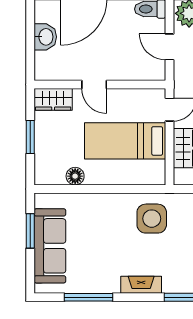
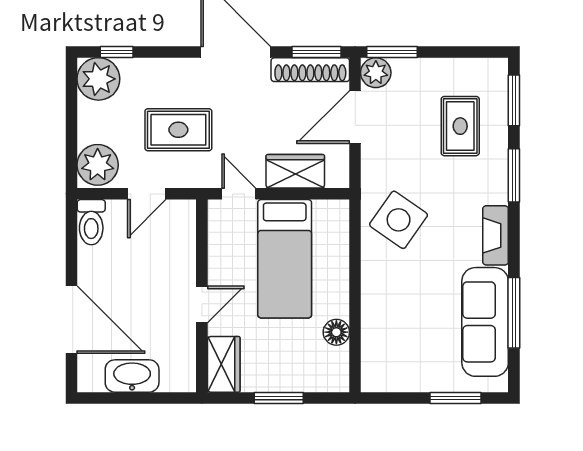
washbasin: (45, 37) -> (132, 376), width x1.38
side table: (152, 219) -> (399, 220), turned 35
window: (30, 231) -> (455, 398), moved
sofa: (50, 246) -> (485, 322), moved, turned -90

